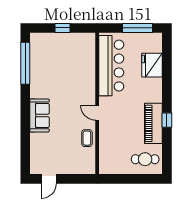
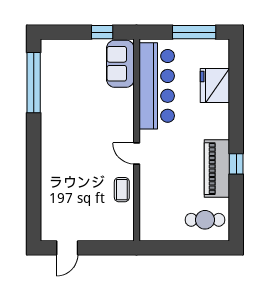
window: (63, 28) -> (102, 32), moved
sofa: (40, 115) -> (120, 64), moved, turned 180

